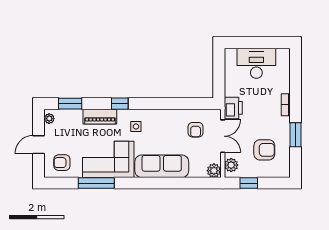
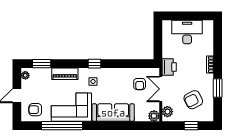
window: (120, 104) -> (94, 64), moved
double door: (223, 136) -> (161, 89), swing flipped
armchair: (264, 150) -> (193, 100), turned 153
window: (96, 183) -> (62, 126), width x1.46
window: (249, 183) -> (191, 126), moved

